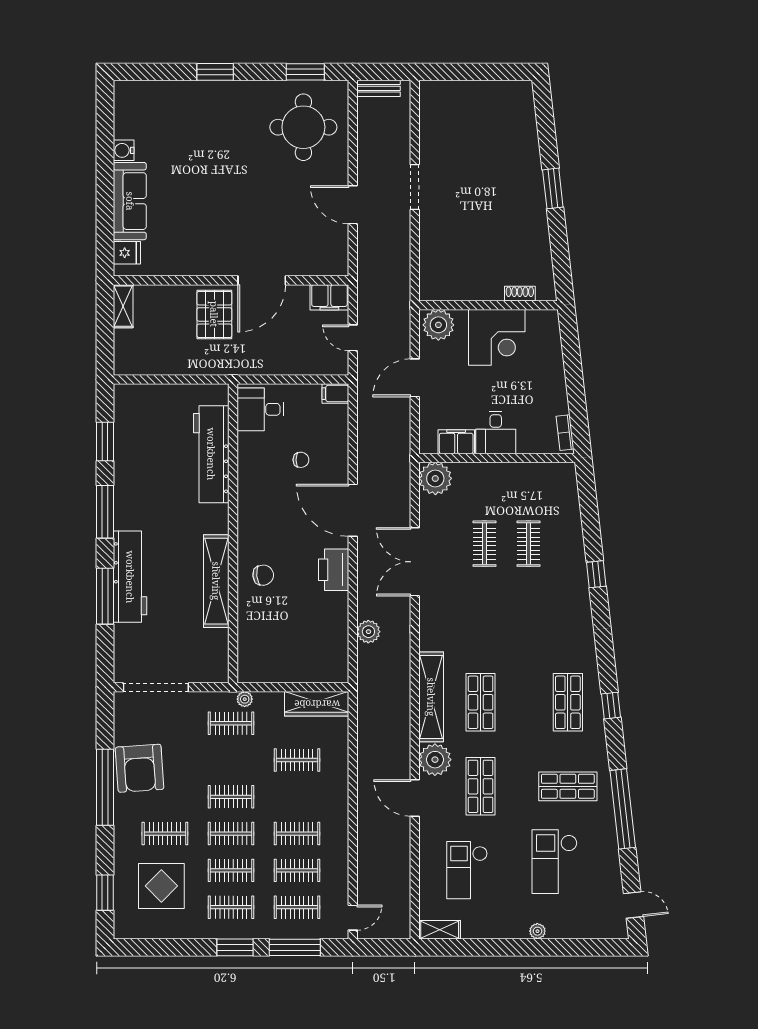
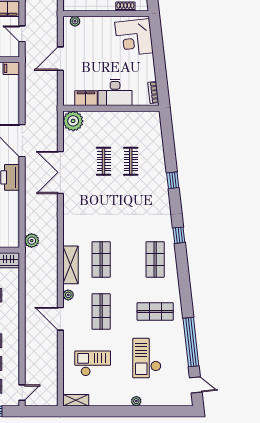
plant: (438, 325) -> (75, 21), width x0.53, depth x0.53
corner desk: (497, 337) -> (134, 38), moved, turned 84
desk: (496, 433) -> (115, 92), width x1.37
plant: (368, 632) -> (32, 241), moved
shelving: (431, 697) -> (71, 265), width x0.68
window: (611, 706) -> (179, 235), moved
plant: (435, 760) -> (68, 295), width x0.53, depth x0.53
window: (623, 809) -> (191, 342), moved
checkout: (467, 870) -> (93, 363), turned 90

